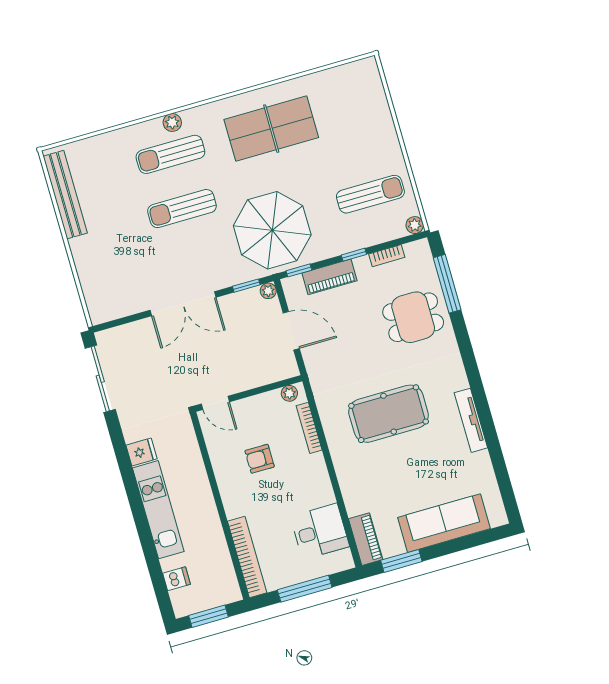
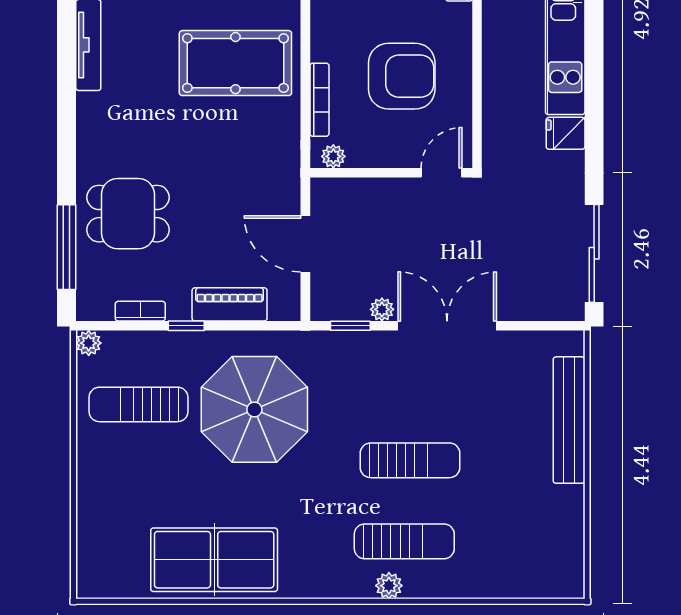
table tennis table: (271, 129) -> (214, 560), moved
bench: (65, 195) -> (569, 420), moved
parasol: (272, 230) -> (254, 409), moved
window: (299, 270) -> (270, 326), removed
plant: (268, 291) -> (382, 309), moved
door: (215, 403) -> (442, 173), hinge flipped
pool table: (389, 414) -> (235, 63), moved
armchair: (260, 459) -> (402, 76), width x1.88, depth x1.88

